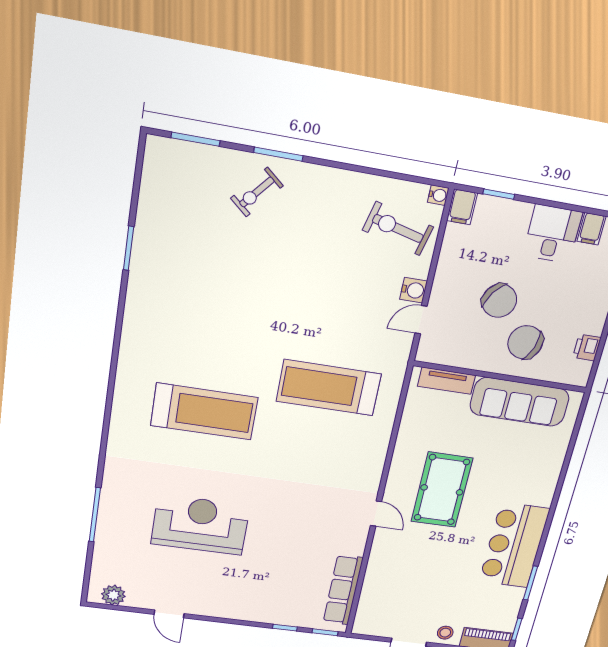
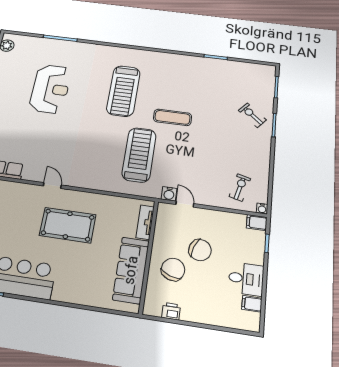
exercise bike: (398, 229) -> (240, 188), width x0.73, depth x0.72
water cooler: (414, 290) -> (169, 194), moved
chair: (499, 301) -> (200, 250), turned -105
exercise mat: (259, 332) -> (172, 117), added
door: (376, 514) -> (52, 185), swing flipped

